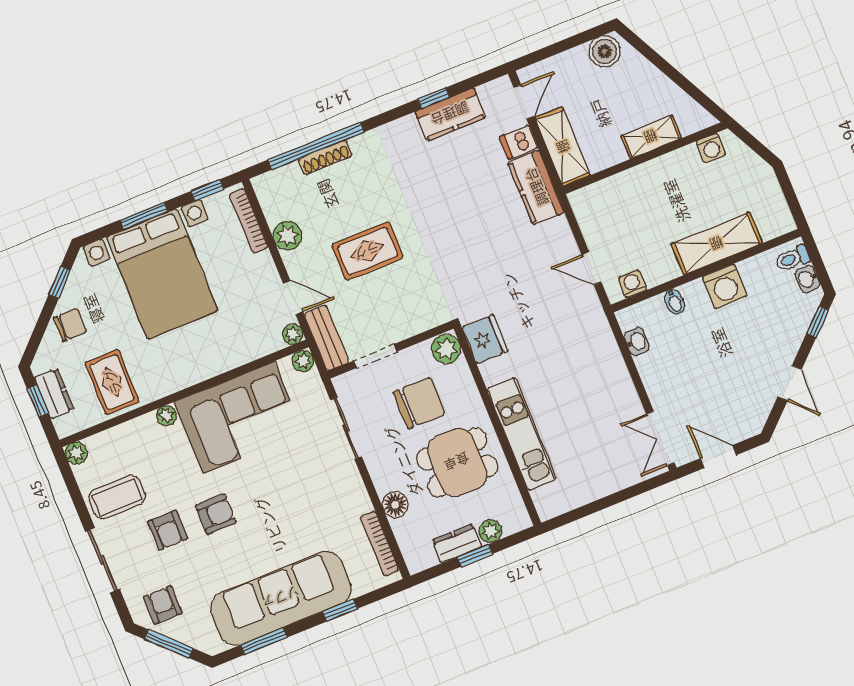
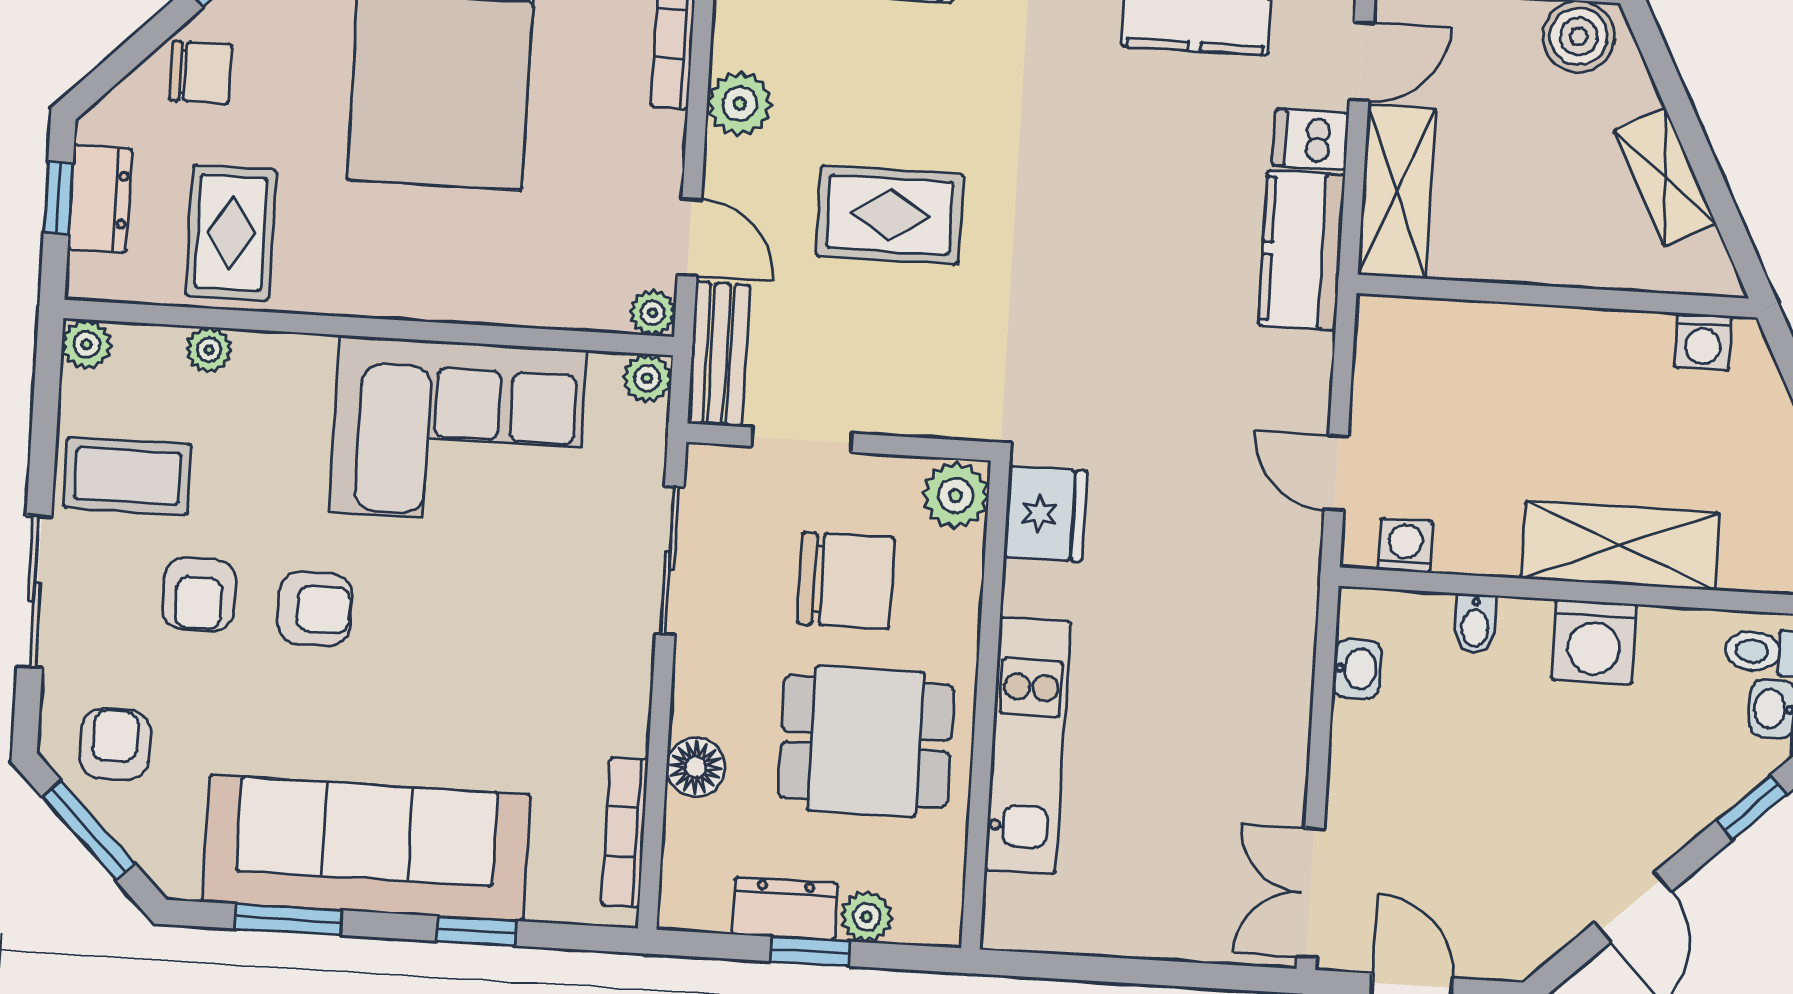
shelving: (651, 137) -> (1665, 177), moved, turned 63
plant: (167, 416) -> (209, 350), moved

